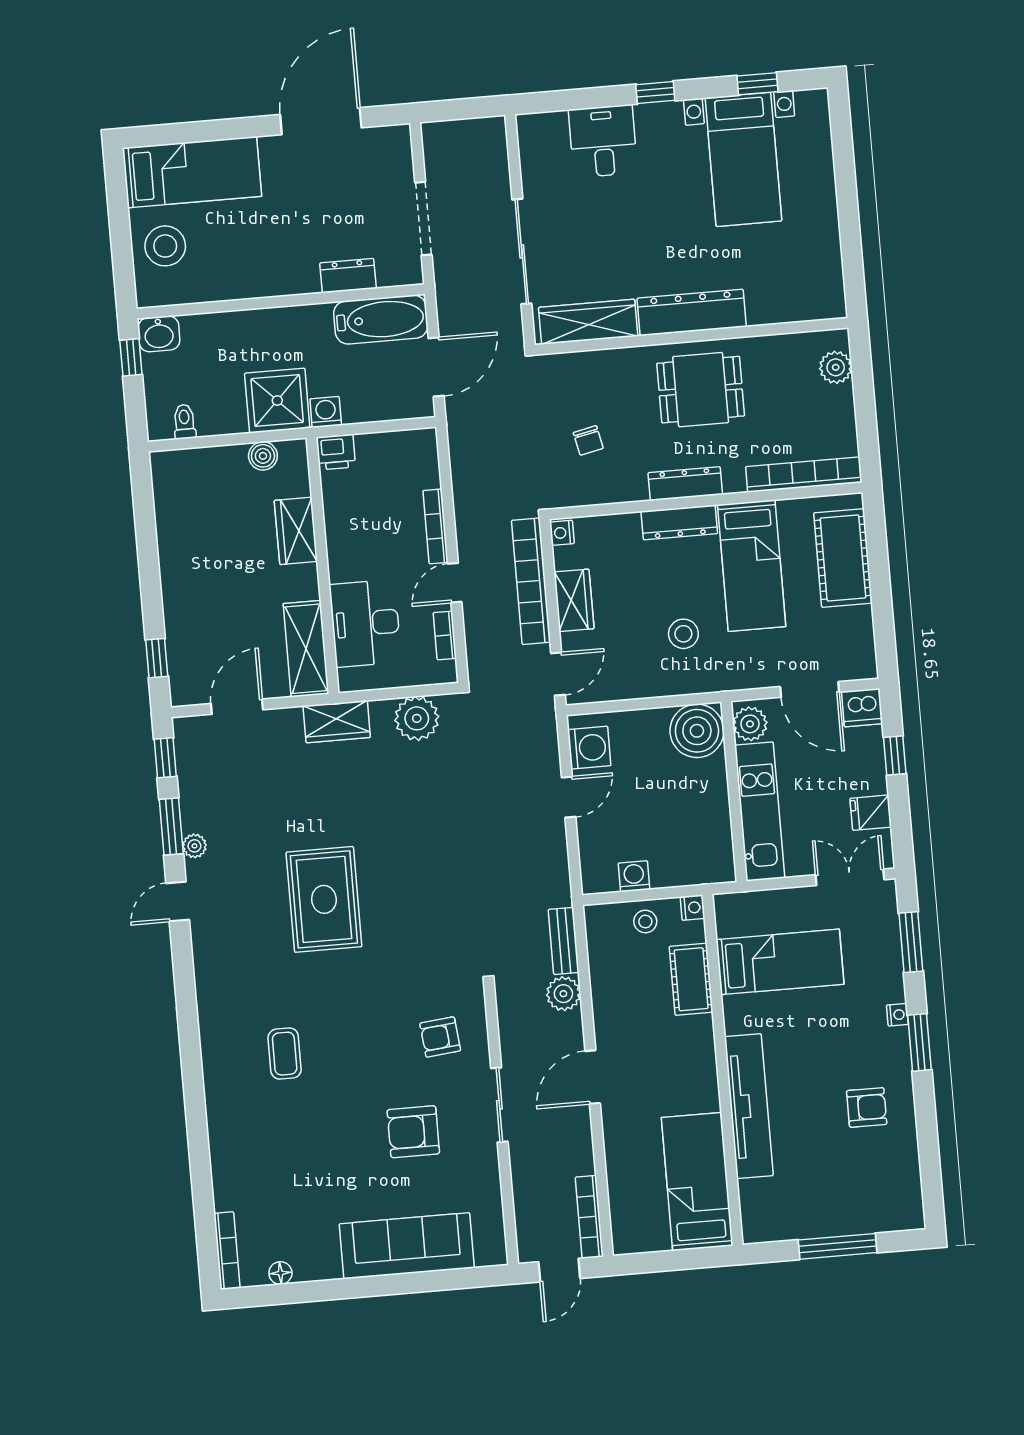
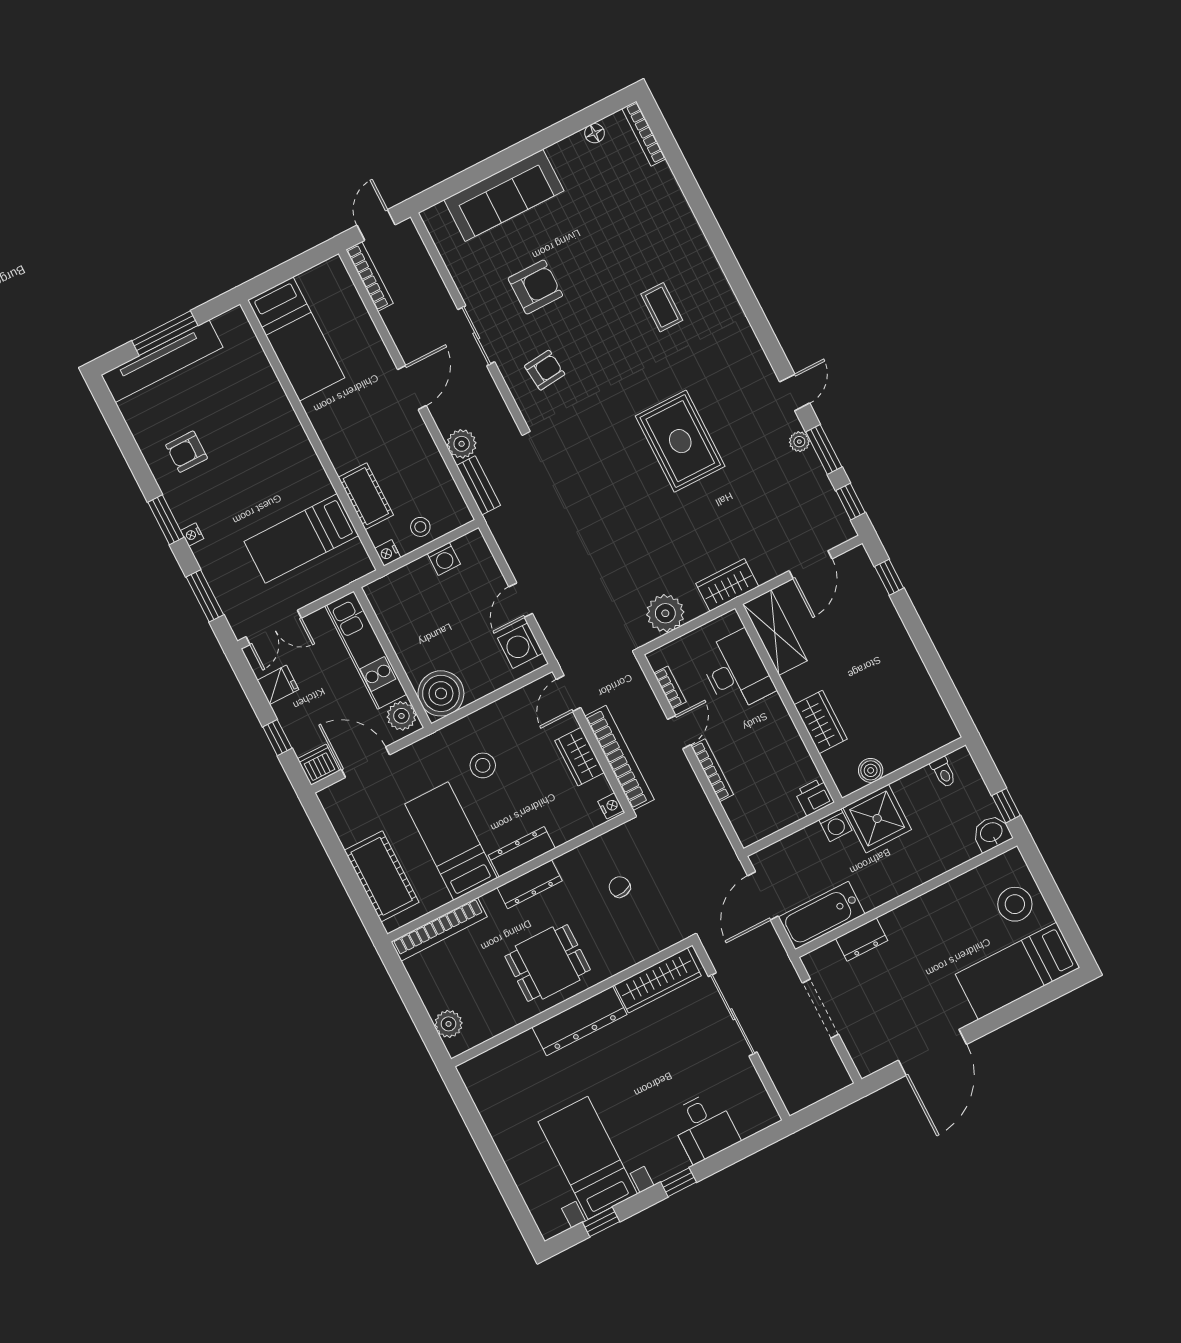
tv unit: (749, 1106) -> (162, 361), moved, turned -90

